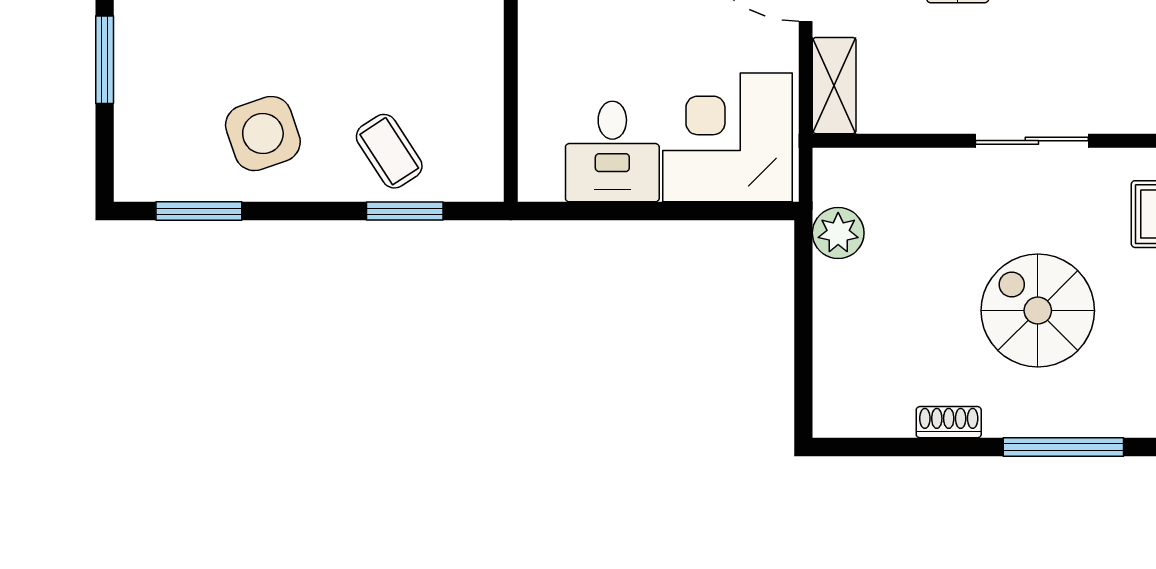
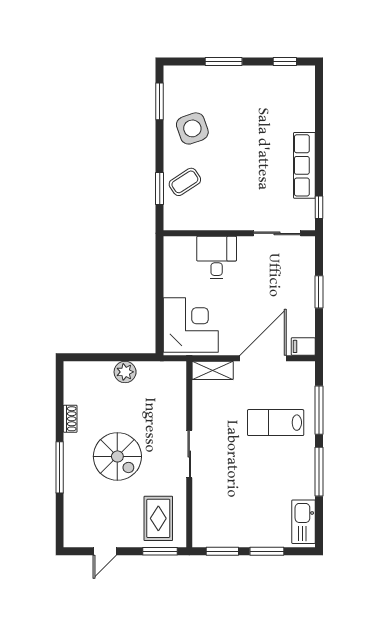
desk: (612, 152) -> (217, 258), moved, turned 90
plant: (838, 233) -> (125, 372), moved
spiral stairs: (1038, 311) -> (117, 456), turned 90

